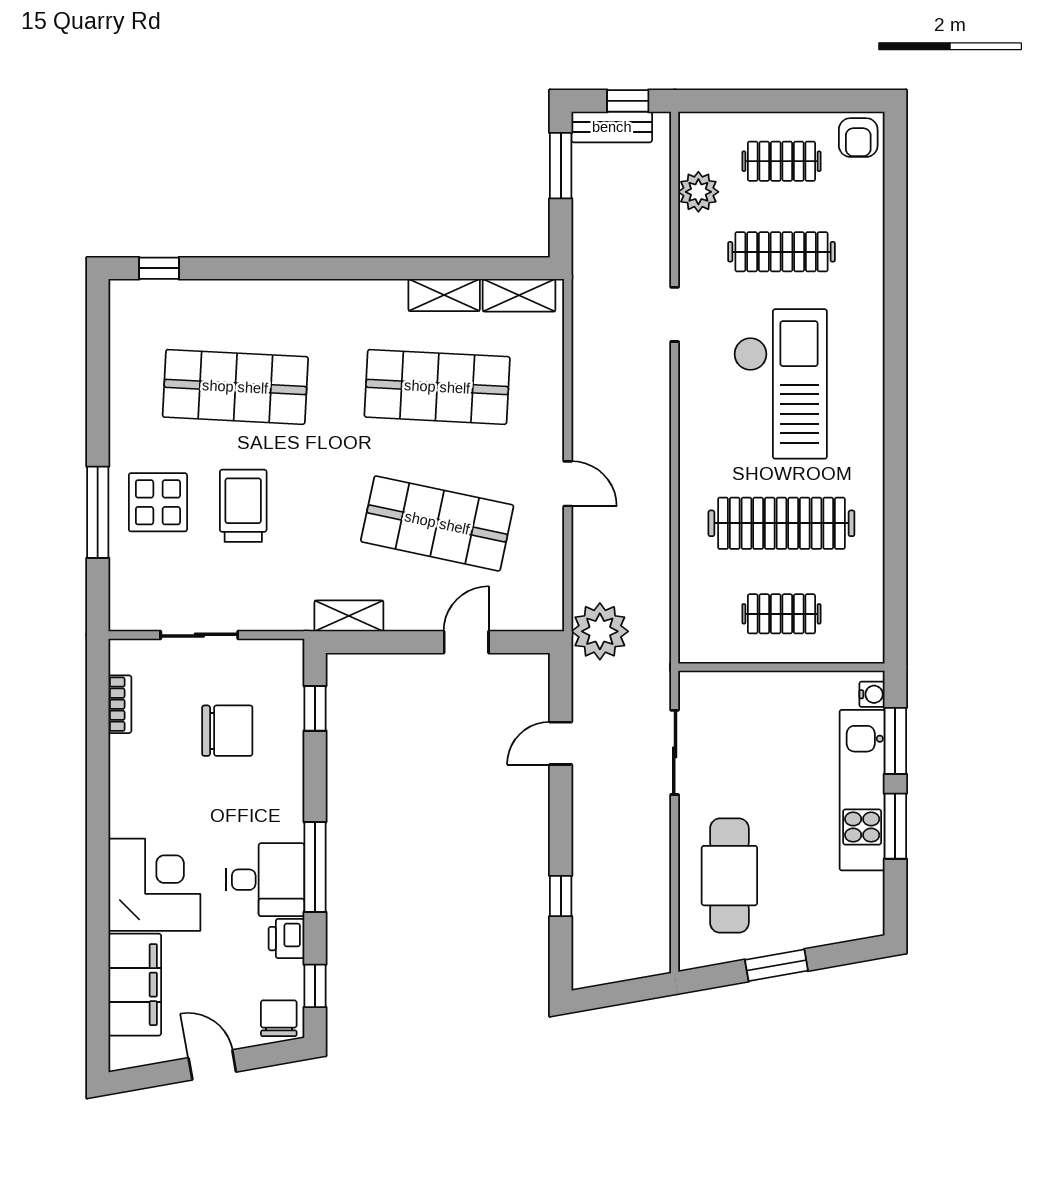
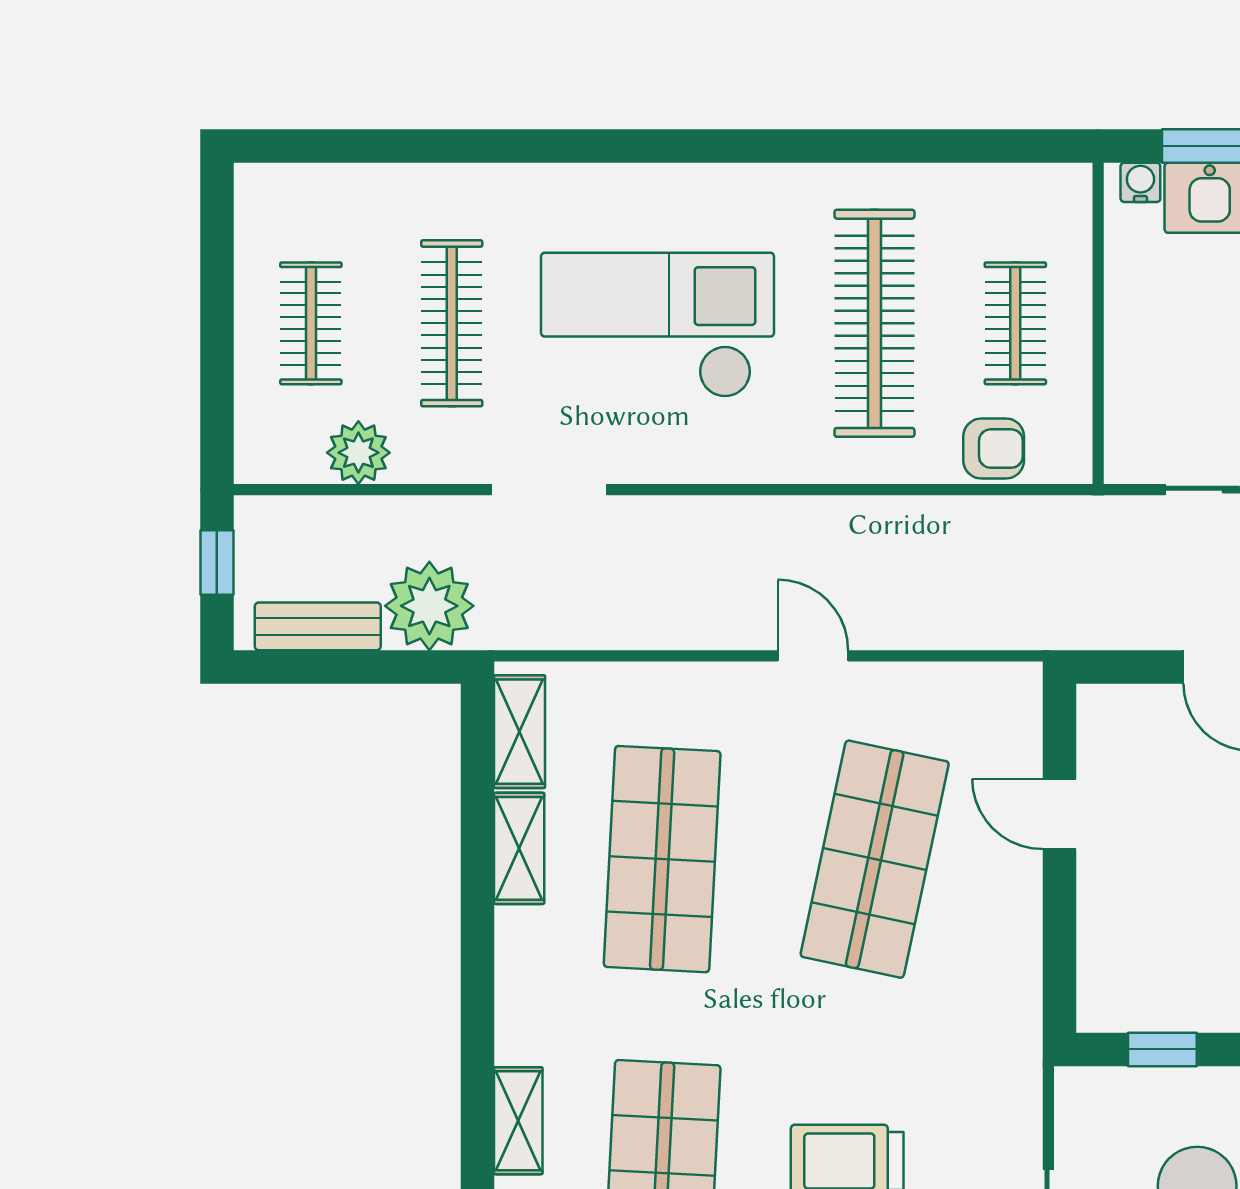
bench: (612, 127) -> (318, 626), moved, turned 90
armchair: (858, 138) -> (994, 449), moved
window: (561, 166) -> (318, 667), removed
doorway: (675, 314) -> (549, 490), width x1.38
door: (568, 484) -> (813, 656), hinge flipped
shelving: (349, 616) -> (518, 1121), moved
plant: (600, 631) -> (429, 606), moved

